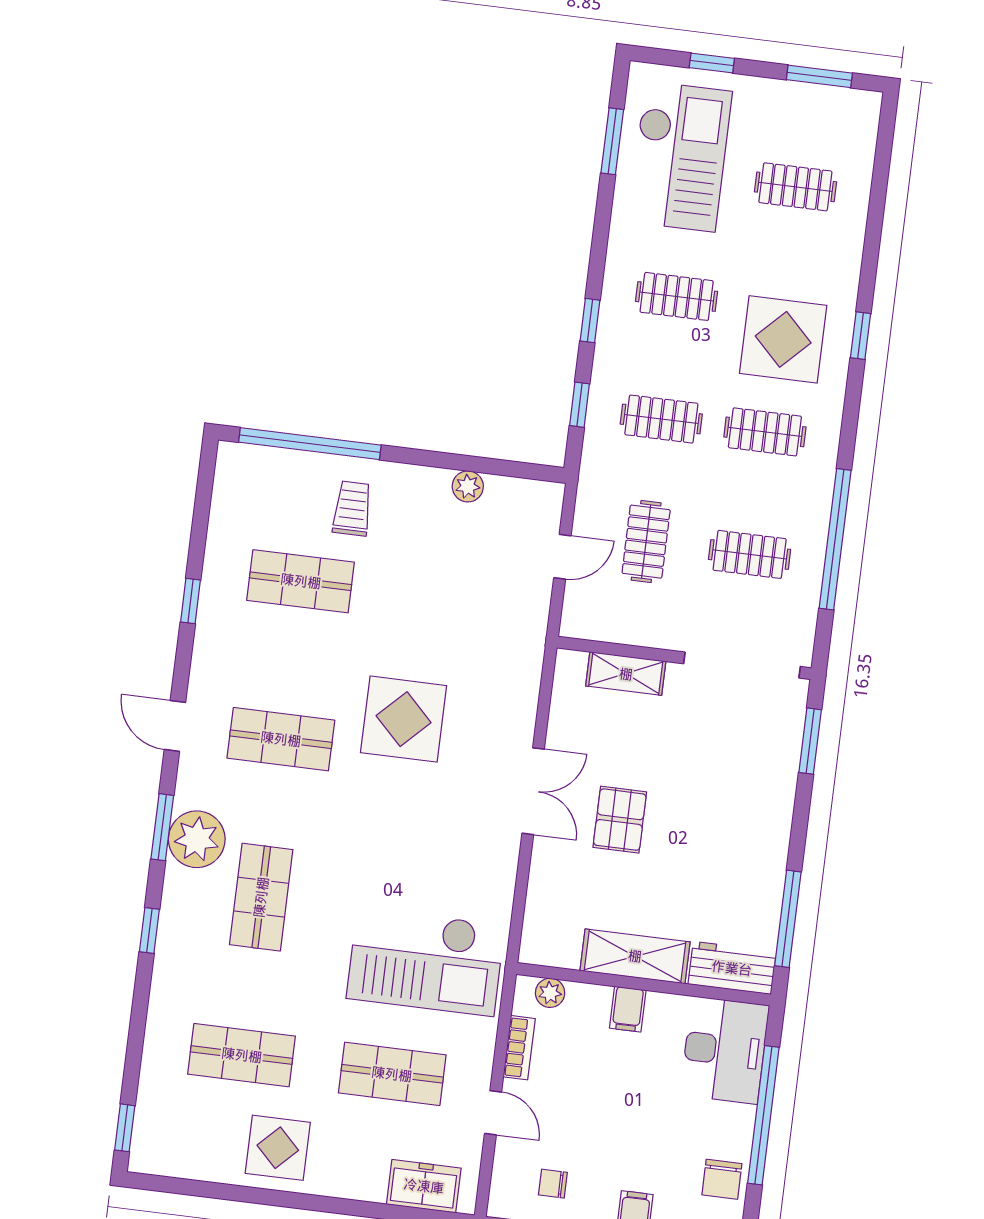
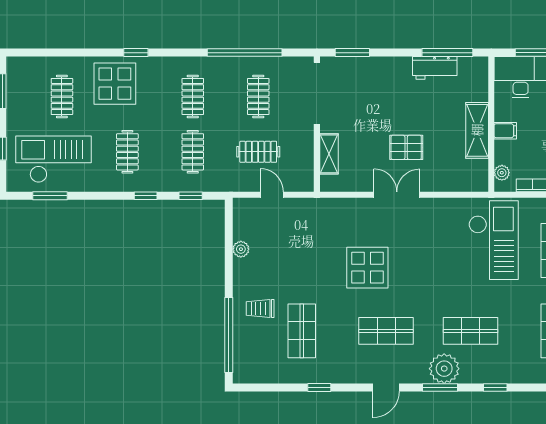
display table: (783, 339) -> (115, 84), moved
shop shelf: (281, 739) -> (386, 331), turned 90
workbench: (732, 968) -> (435, 68), moved, turned -90

